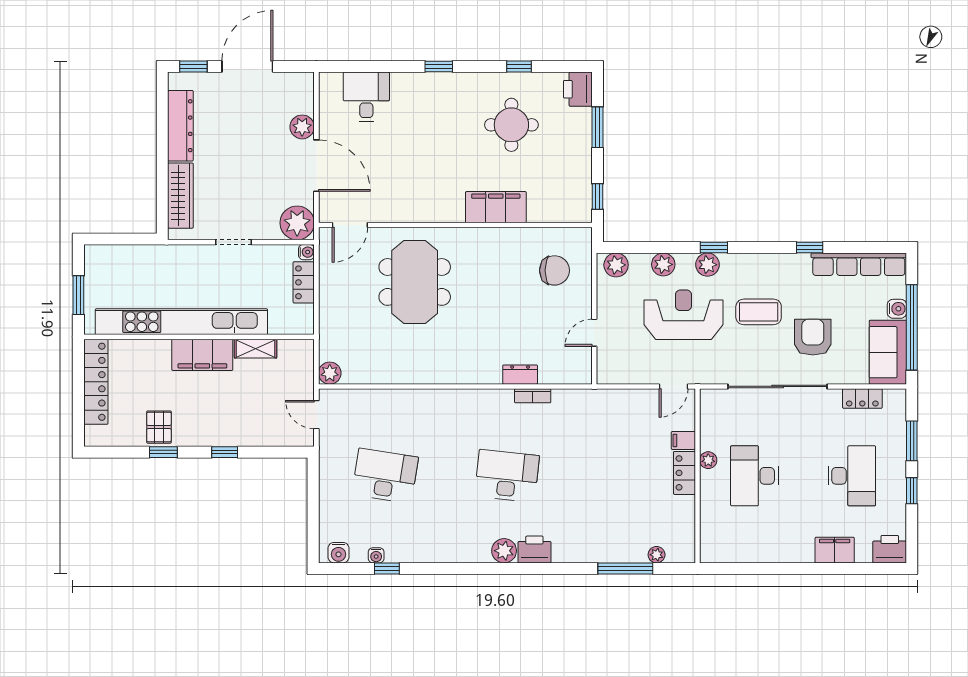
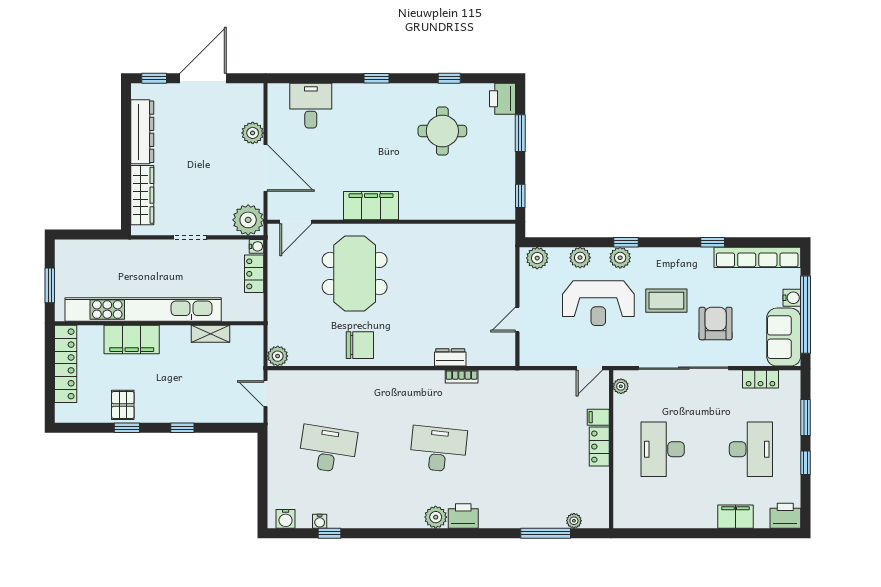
filing cabinet: (496, 207) -> (371, 206), moved
chair: (554, 270) -> (360, 345), moved
reception desk: (683, 315) -> (598, 303), turned 180
filing cabinet: (202, 355) -> (132, 340), moved
plant: (708, 460) -> (621, 386), moved

